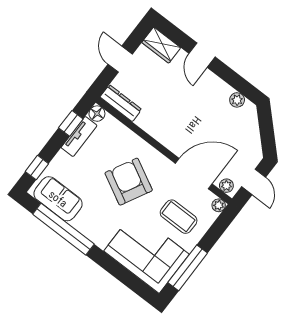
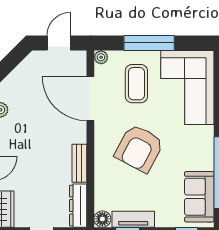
bench: (152, 128) -> (79, 163), added
plant: (226, 186) -> (79, 63), removed
window: (188, 268) -> (149, 43), moved

